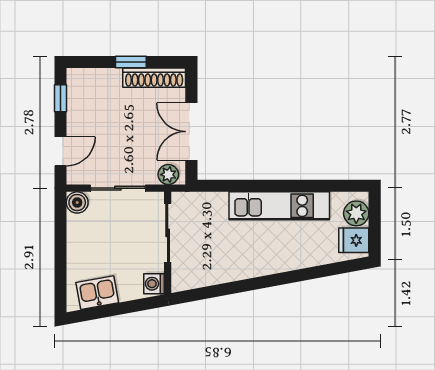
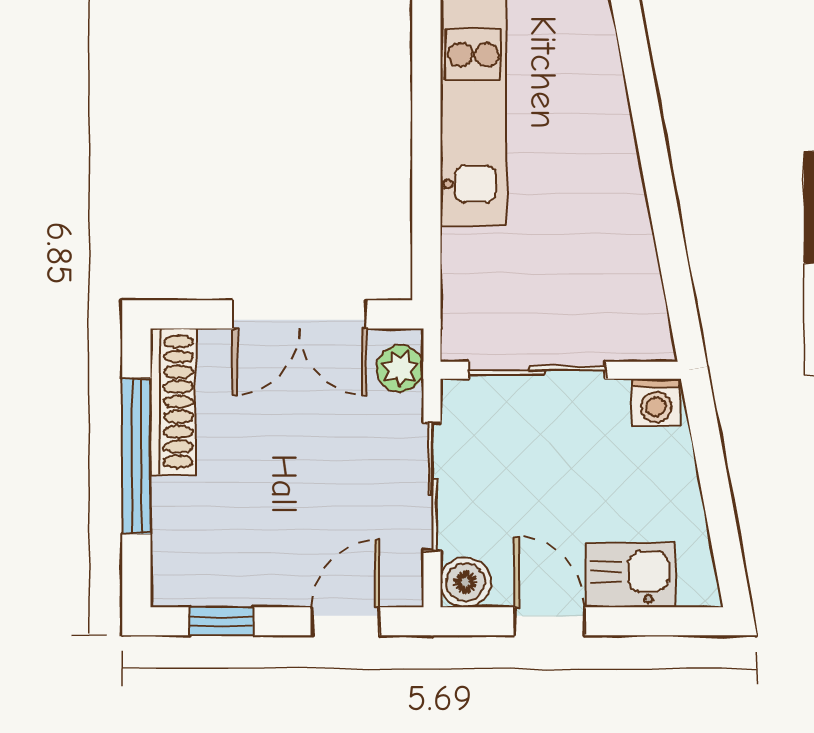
window: (131, 62) -> (136, 456), width x2.17
door: (60, 151) -> (346, 621), hinge flipped
door: (60, 238) -> (550, 621), added
kitchen sink: (97, 293) -> (631, 575), moved, turned 100

